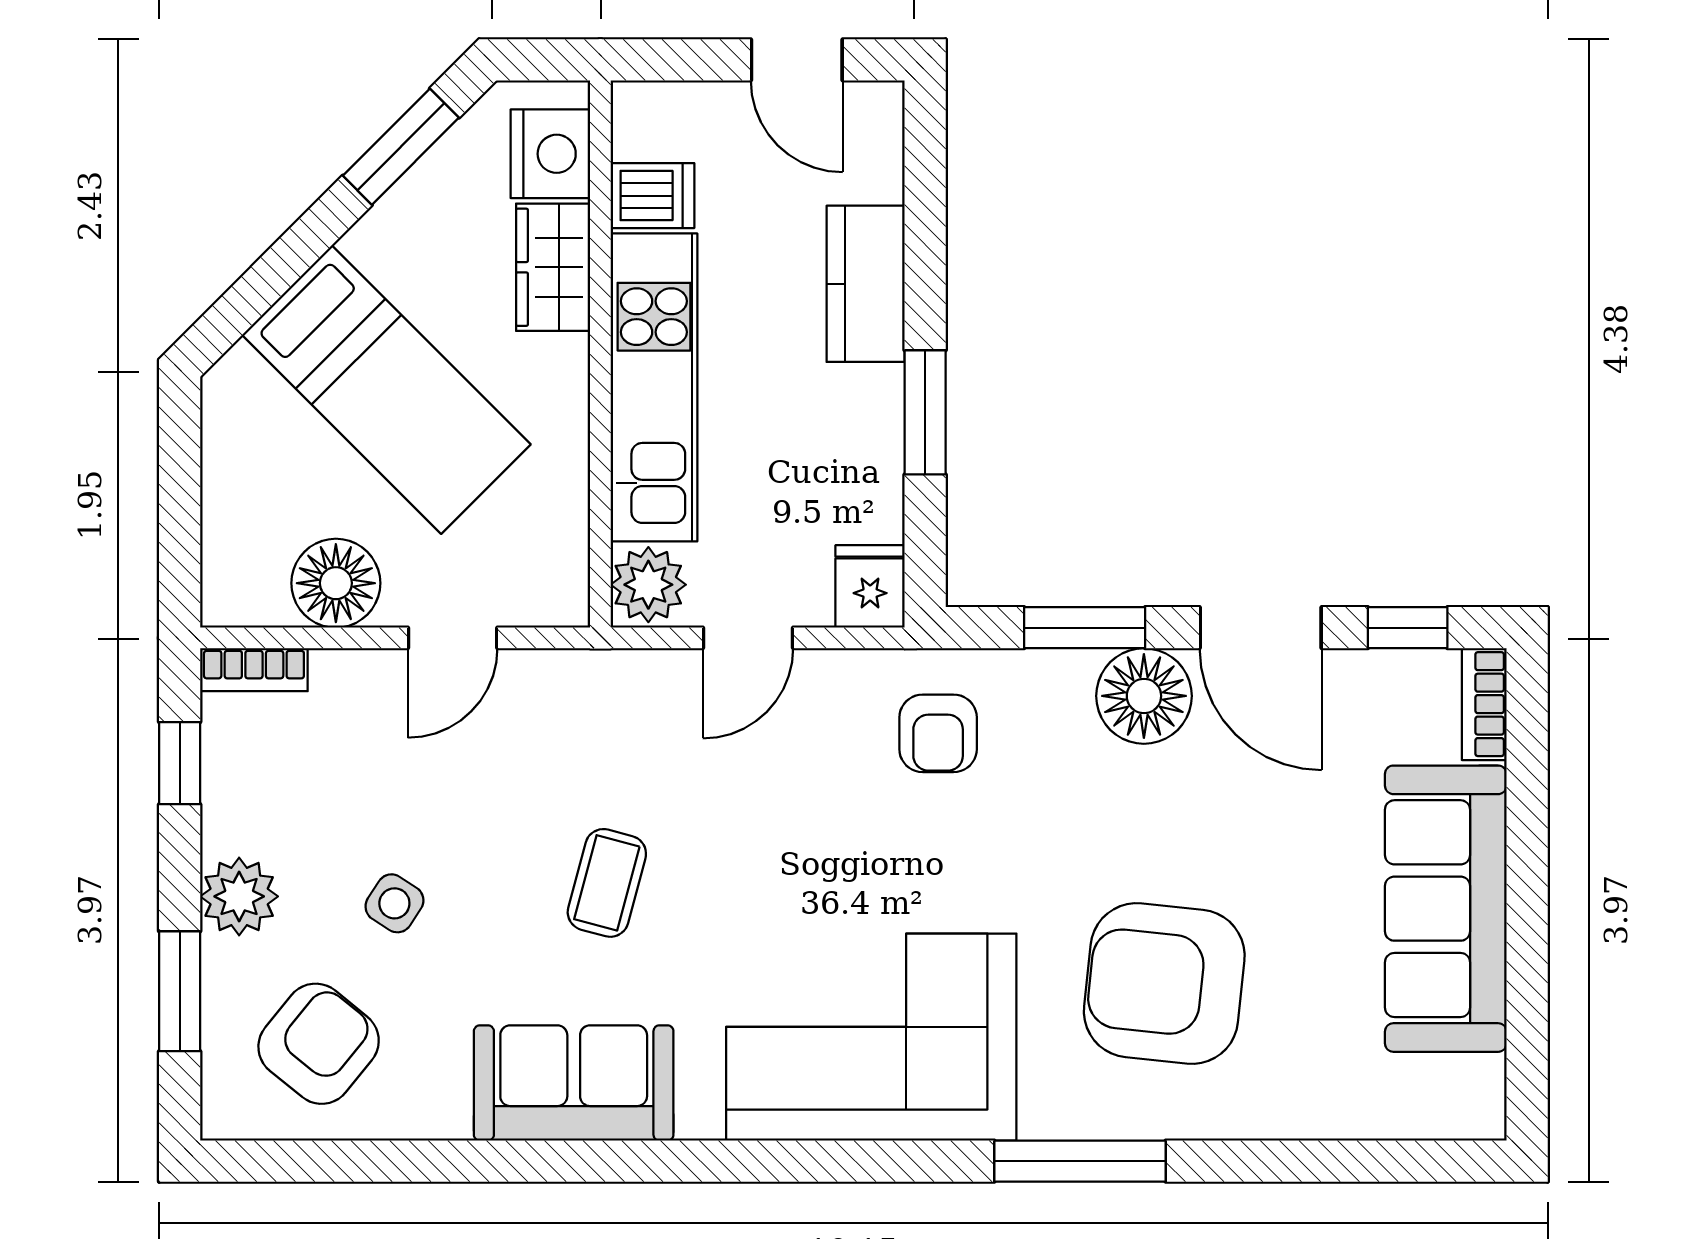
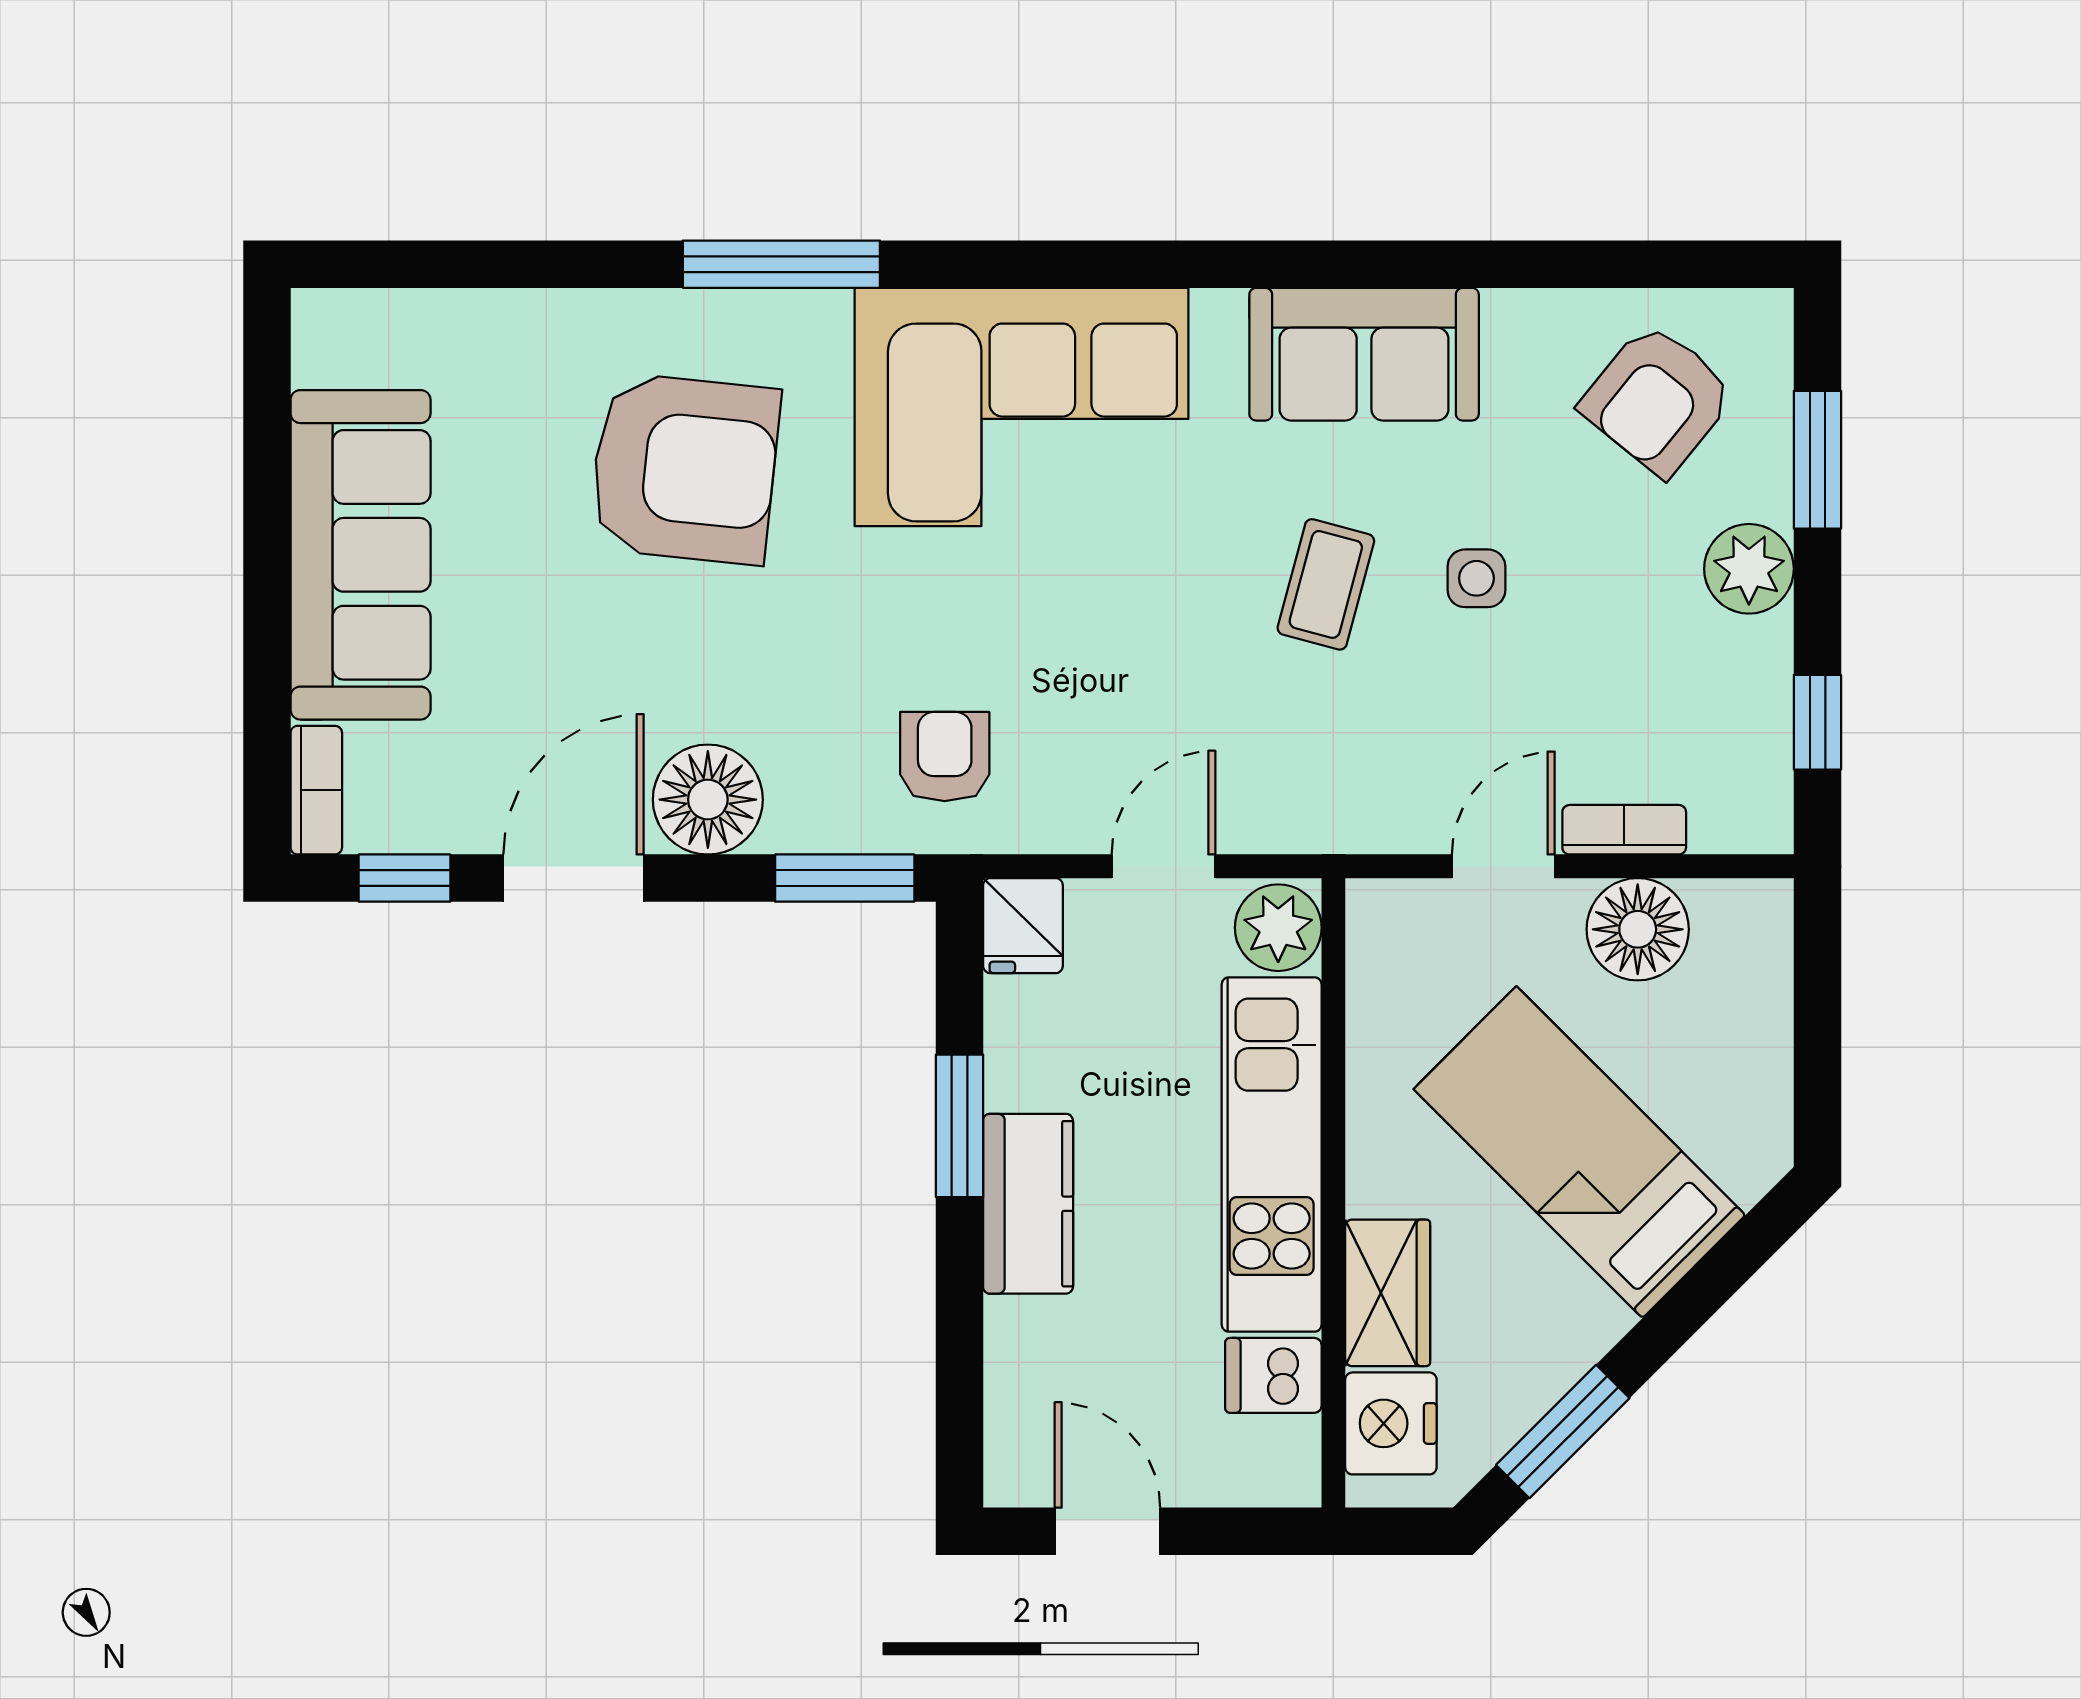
kitchen counter: (866, 284) -> (1028, 1204), moved
window: (1085, 628) -> (845, 878), moved
door: (1261, 628) -> (574, 878), hinge flipped
bookcase: (254, 670) -> (1624, 830), moved
side table: (394, 903) -> (1476, 578), moved, turned -33

